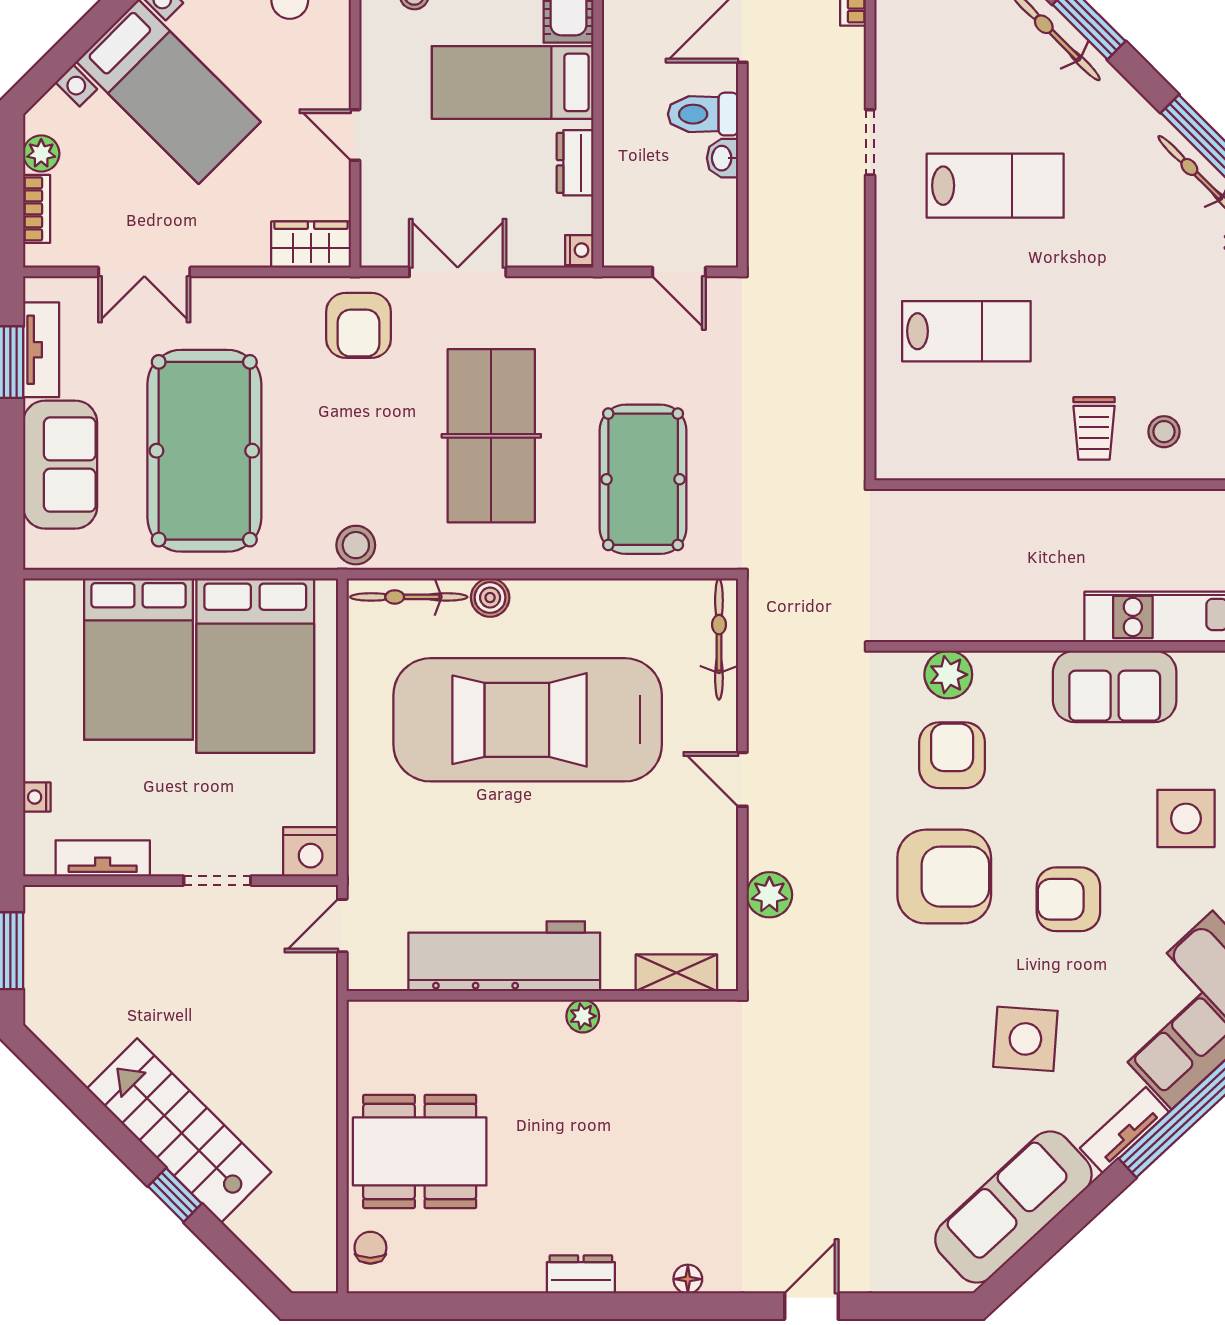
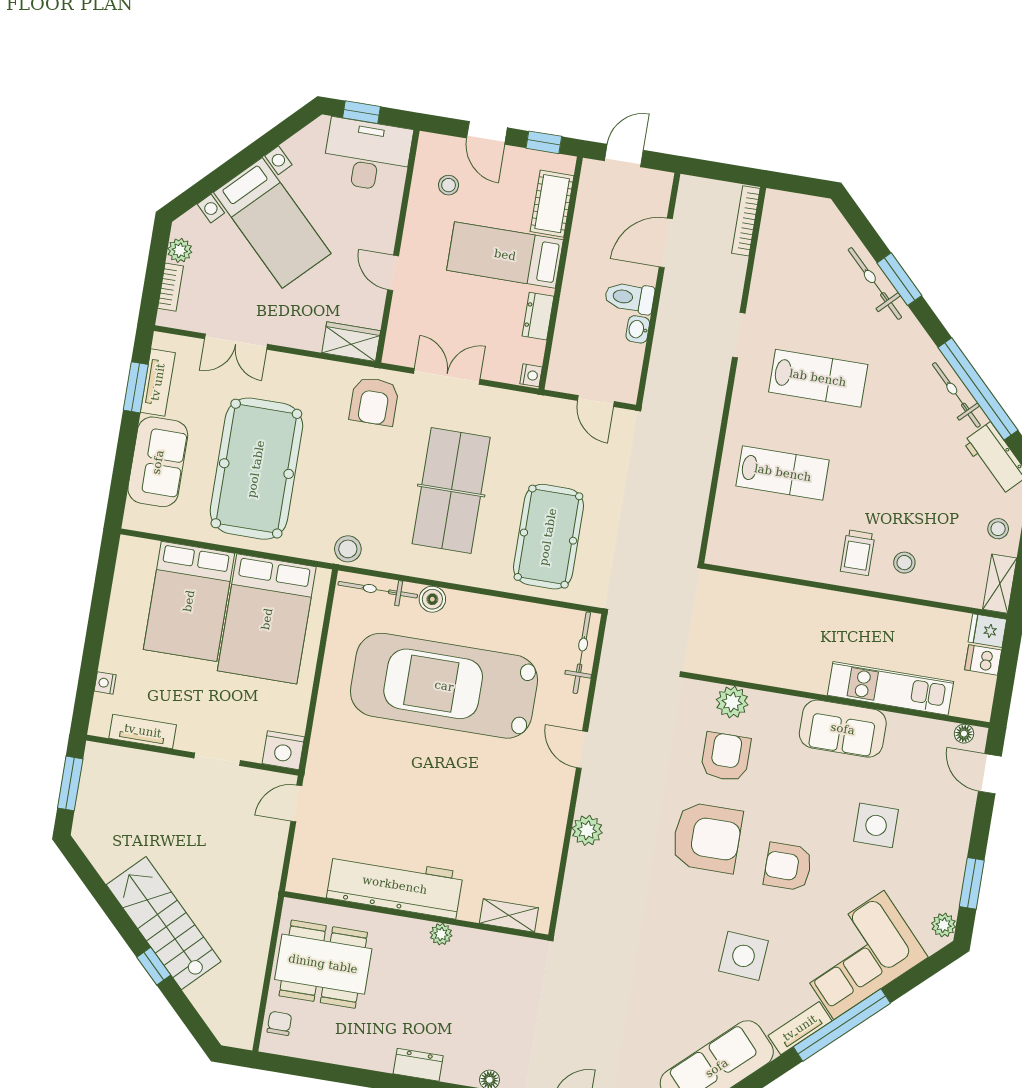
workbench: (504, 956) -> (395, 885), moved
shelving: (676, 973) -> (509, 915), moved
wall: (542, 995) -> (416, 916), moved
plant: (583, 1016) -> (441, 934), moved

